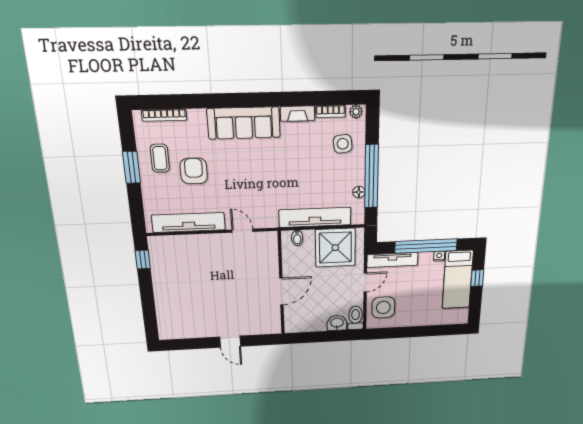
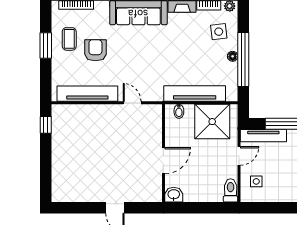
floor lamp: (359, 192) -> (233, 56), moved
side table: (383, 307) -> (256, 181), width x0.54, depth x0.54
washbasin: (337, 323) -> (174, 195), moved

